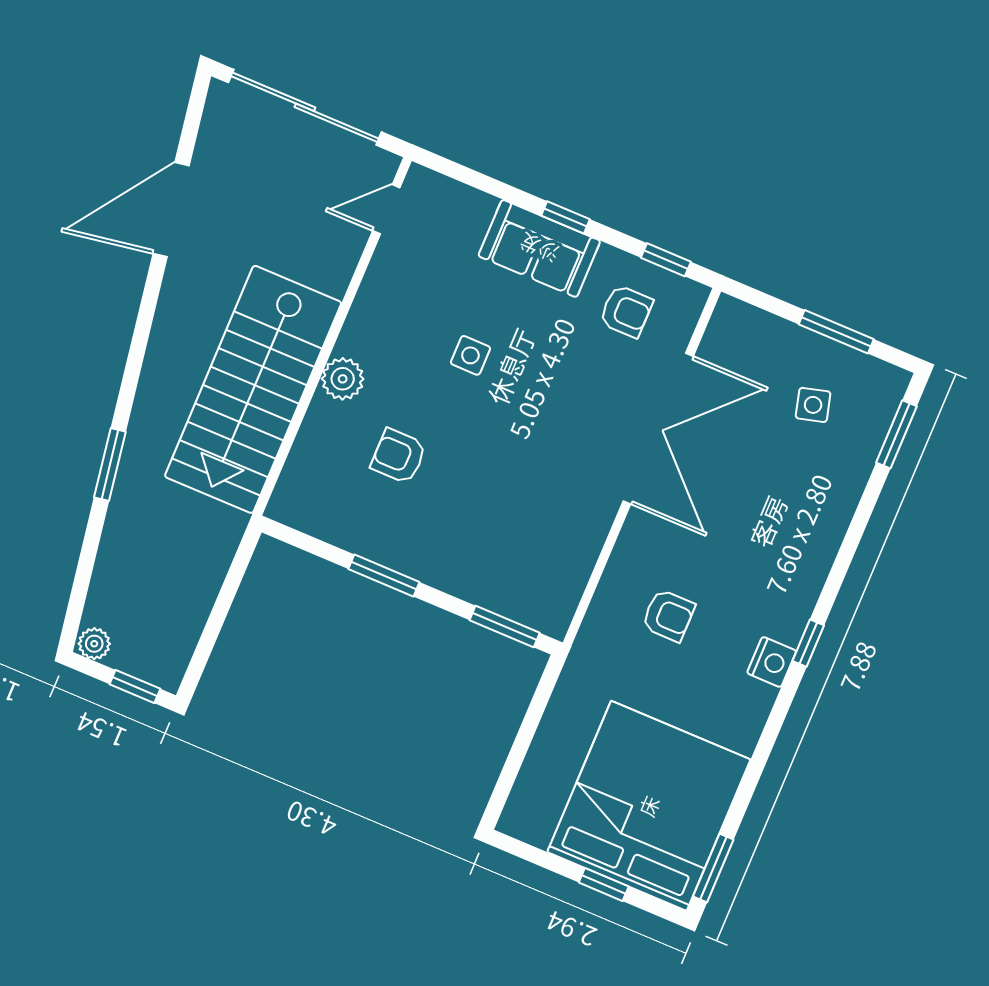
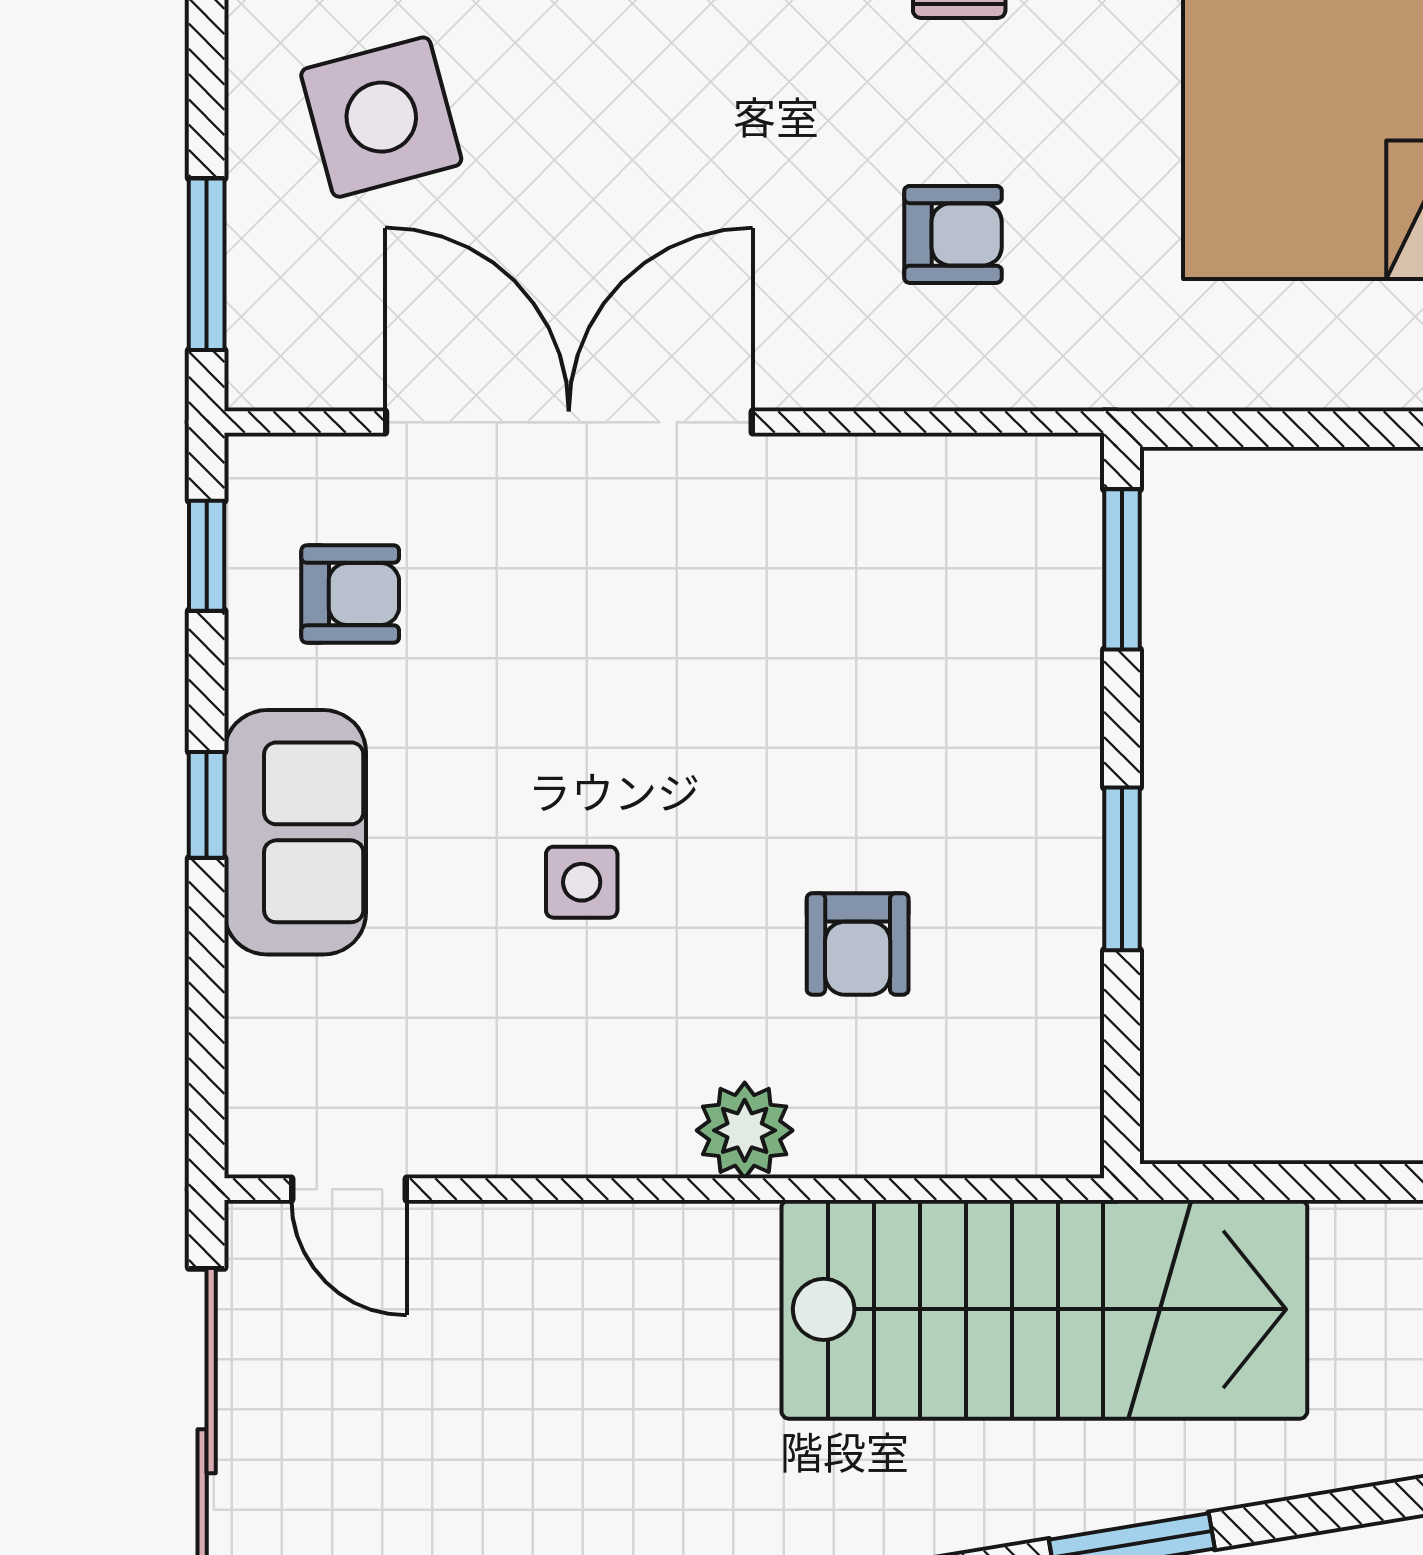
armchair: (626, 311) -> (350, 594), turned 90
window: (836, 332) -> (207, 264), moved
stairs: (253, 389) -> (1044, 1309), moved
side table: (813, 405) -> (381, 117), width x1.87, depth x1.87
armchair: (668, 615) -> (953, 234), turned 90

